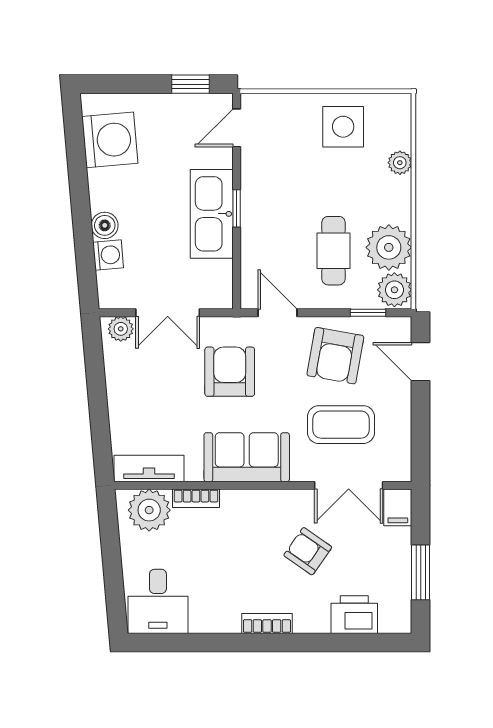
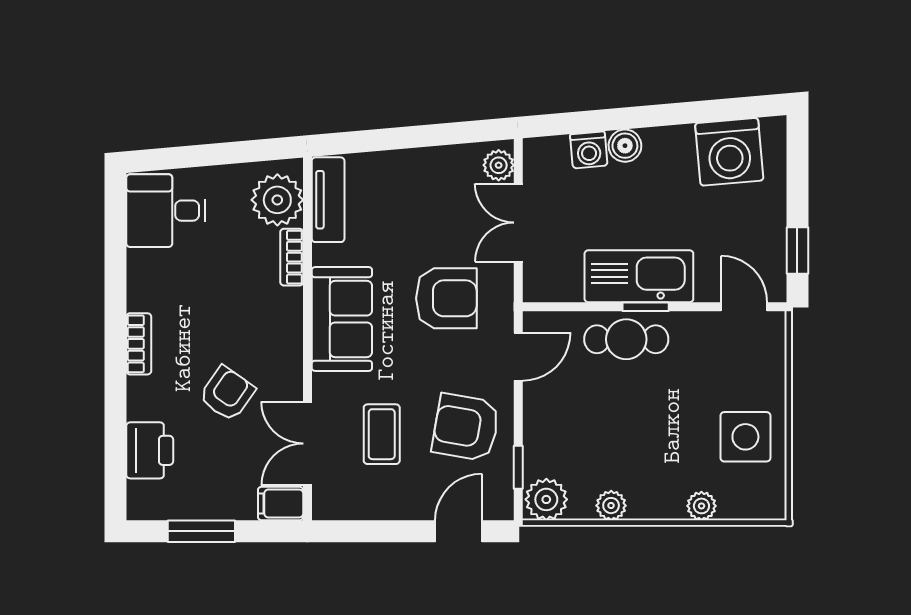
plant: (389, 247) -> (611, 506), width x0.53, depth x0.53
cafe table: (334, 251) -> (626, 339), moved
coffee table: (341, 425) -> (382, 434), width x0.73, depth x0.77

